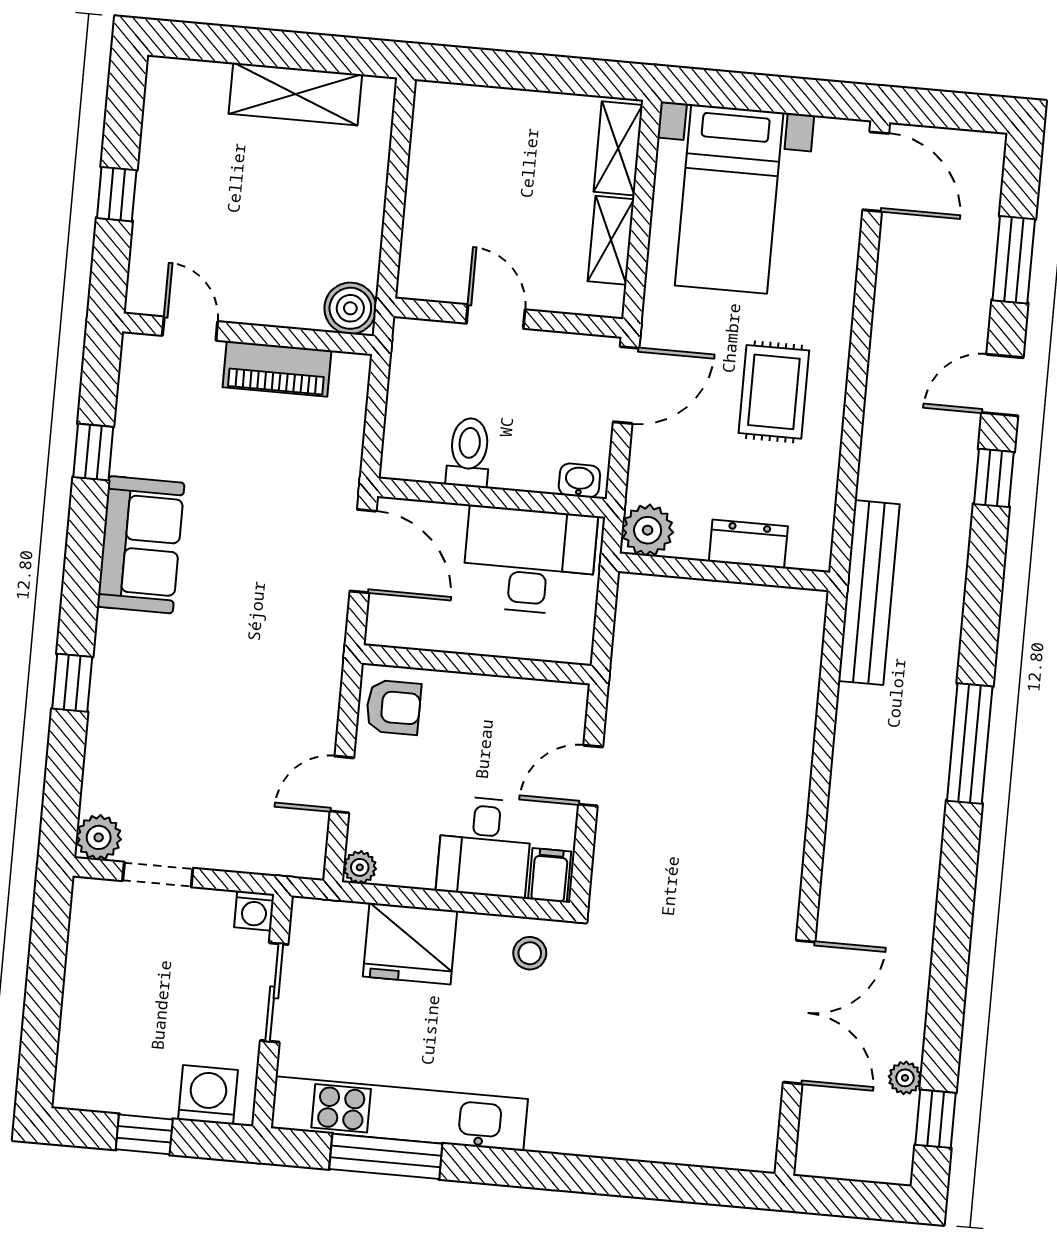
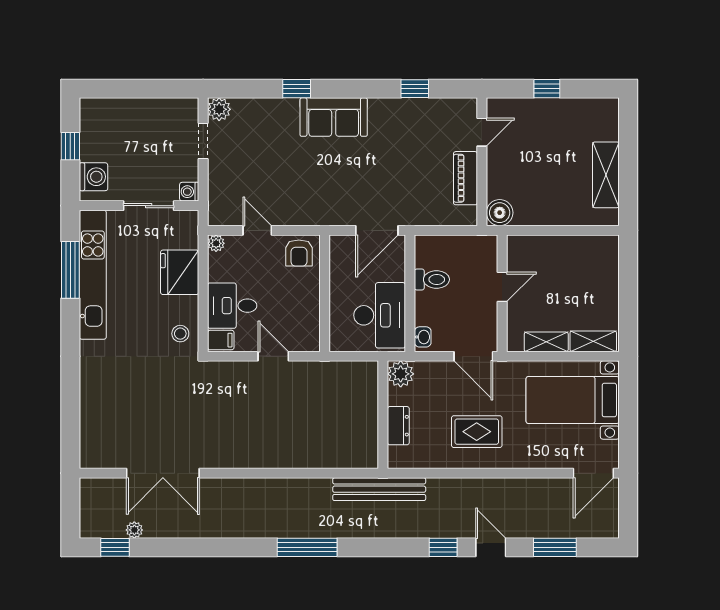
sofa: (141, 545) -> (334, 117), moved

